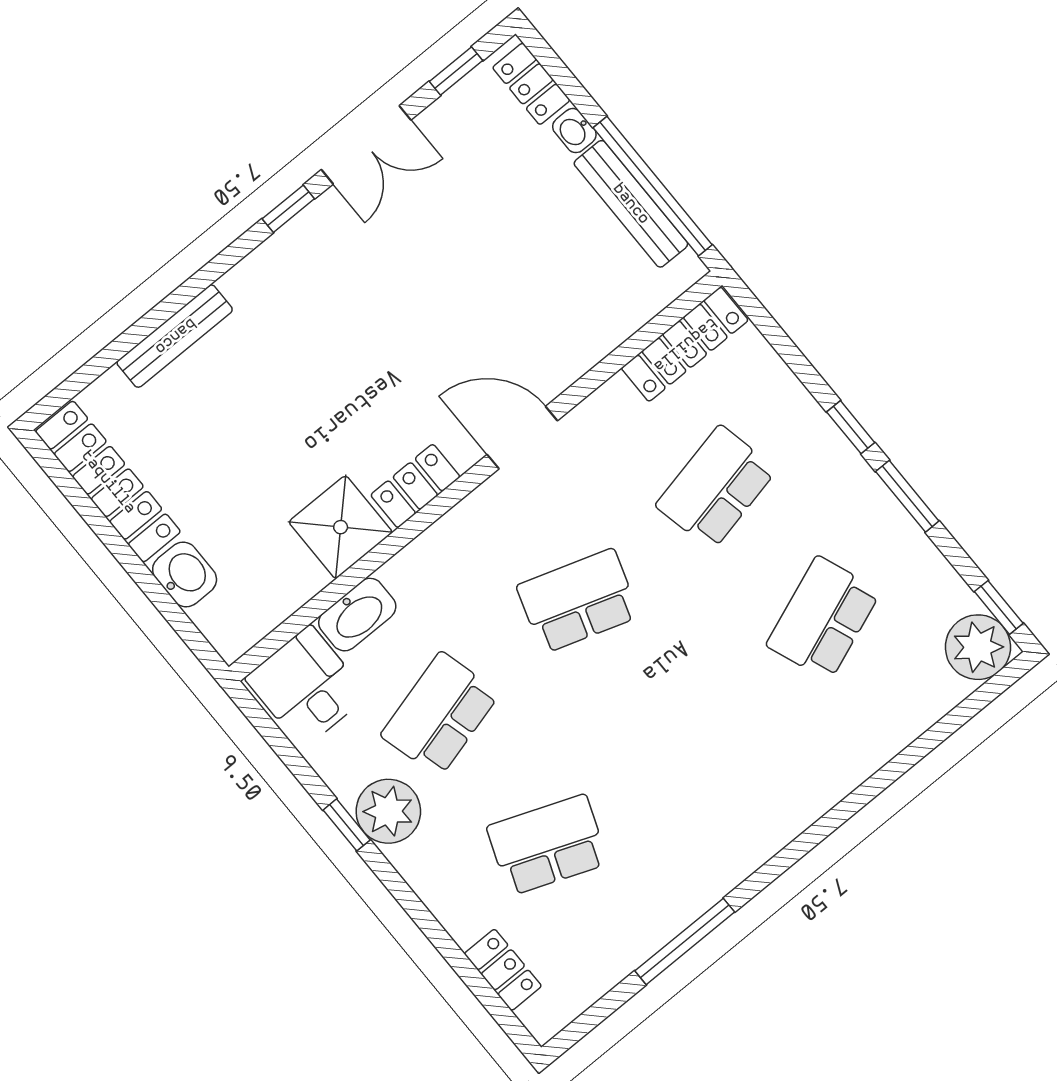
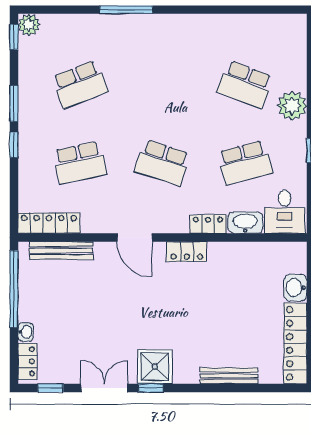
bench: (631, 204) -> (61, 250), moved, turned 90
shower: (341, 527) -> (155, 367), moved
plant: (978, 647) -> (29, 25), width x0.73, depth x0.73
plant: (388, 811) -> (292, 106), moved
window: (685, 941) -> (126, 10), moved
locker: (503, 970) -> (208, 224), moved, turned 90

